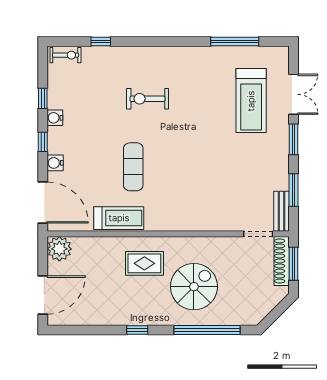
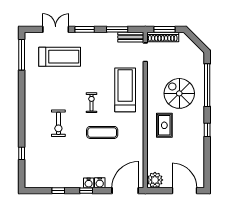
window: (235, 41) -> (22, 55), moved
exercise bike: (66, 55) -> (91, 103), moved
water cooler: (55, 118) -> (89, 183), moved
treadmill: (119, 218) -> (125, 90), moved, width x1.37, depth x1.38

